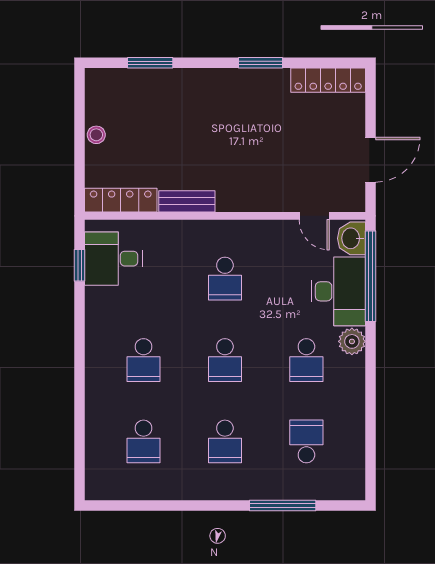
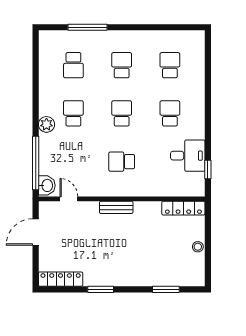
bench: (187, 201) -> (116, 207), moved
desk: (113, 259) -> (188, 156), moved
school desk: (225, 279) -> (122, 162), turned -90
desk: (338, 291) -> (55, 154), removed

